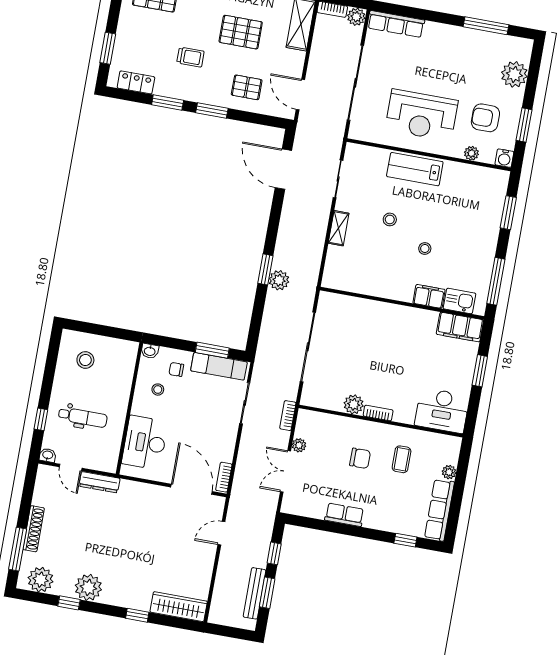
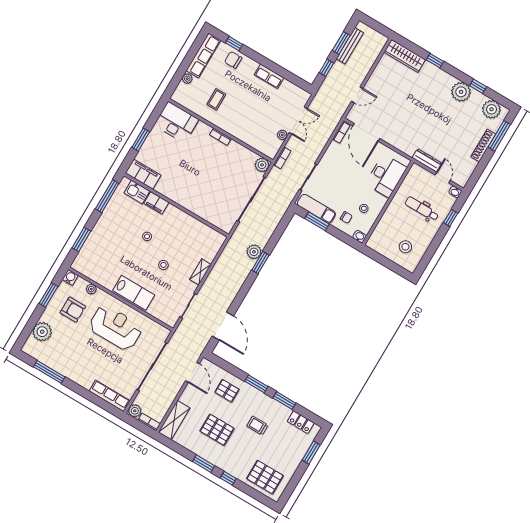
plant: (354, 404) -> (262, 165), moved
chair: (360, 458) -> (233, 60), moved

